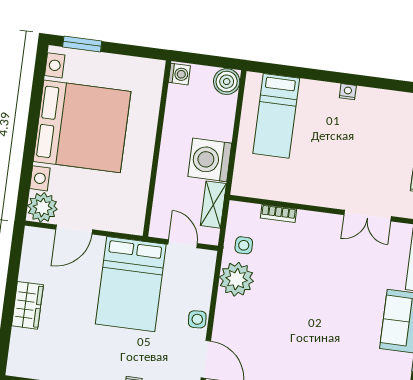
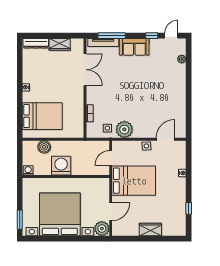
boiler: (227, 82) -> (44, 147), moved
bed: (276, 116) -> (42, 116), width x1.50
washing machine: (210, 160) -> (61, 166), moved, turned 180
shelving: (213, 205) -> (90, 146), removed
double door: (368, 216) -> (85, 70), width x1.37
door: (74, 229) -> (111, 212), hinge flipped

